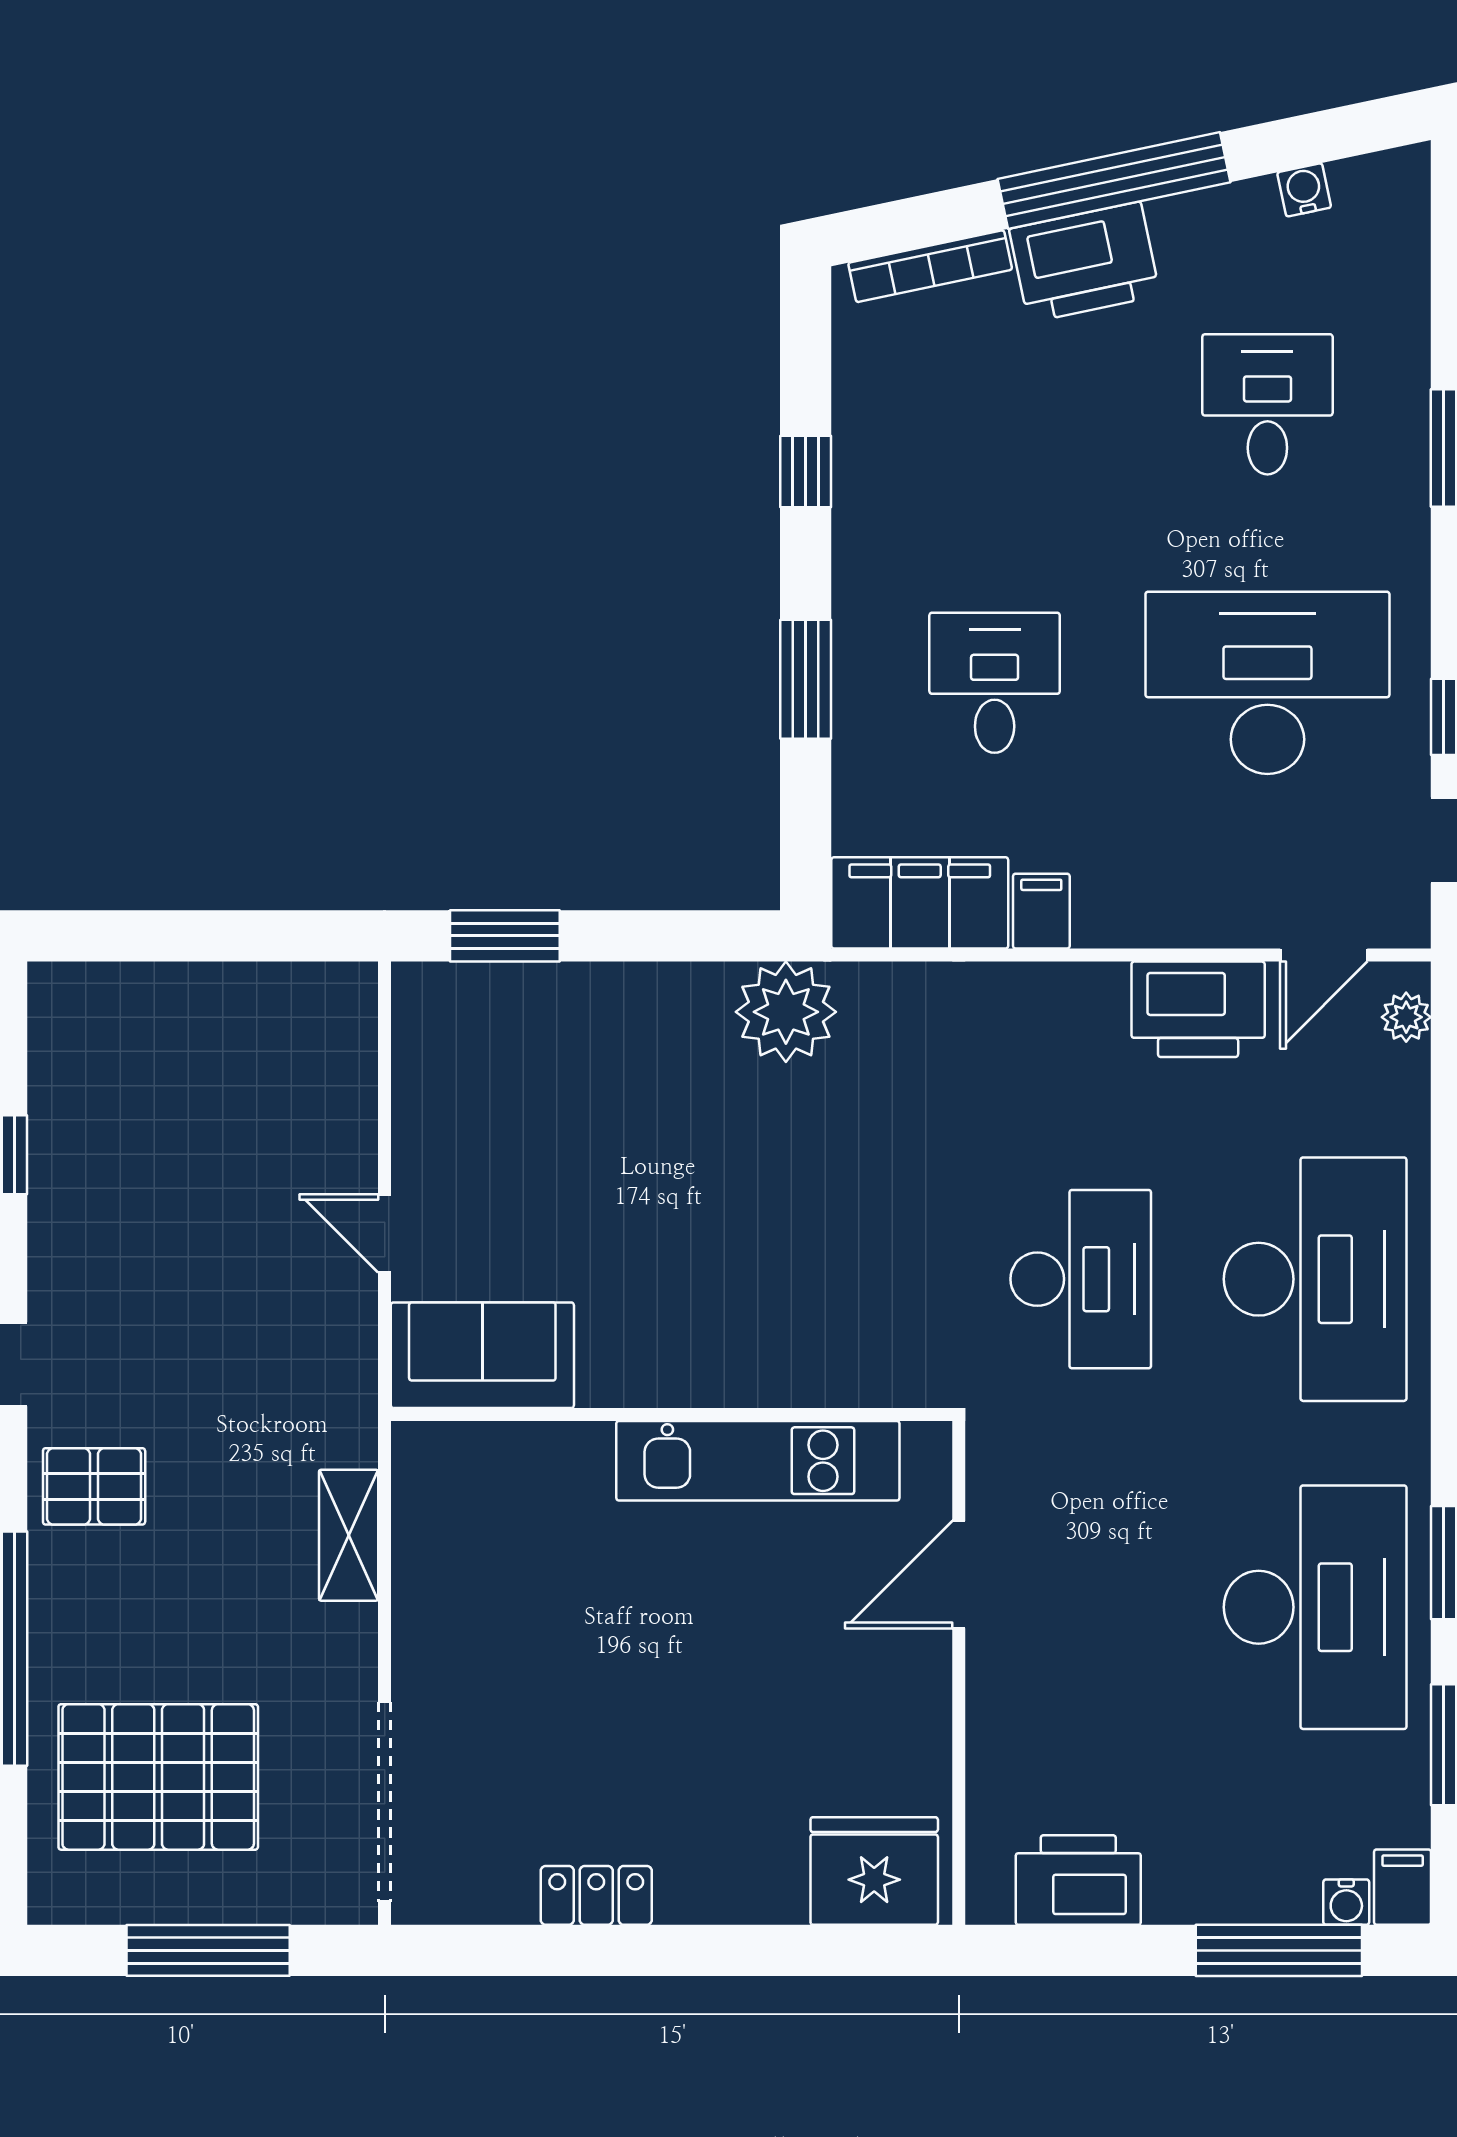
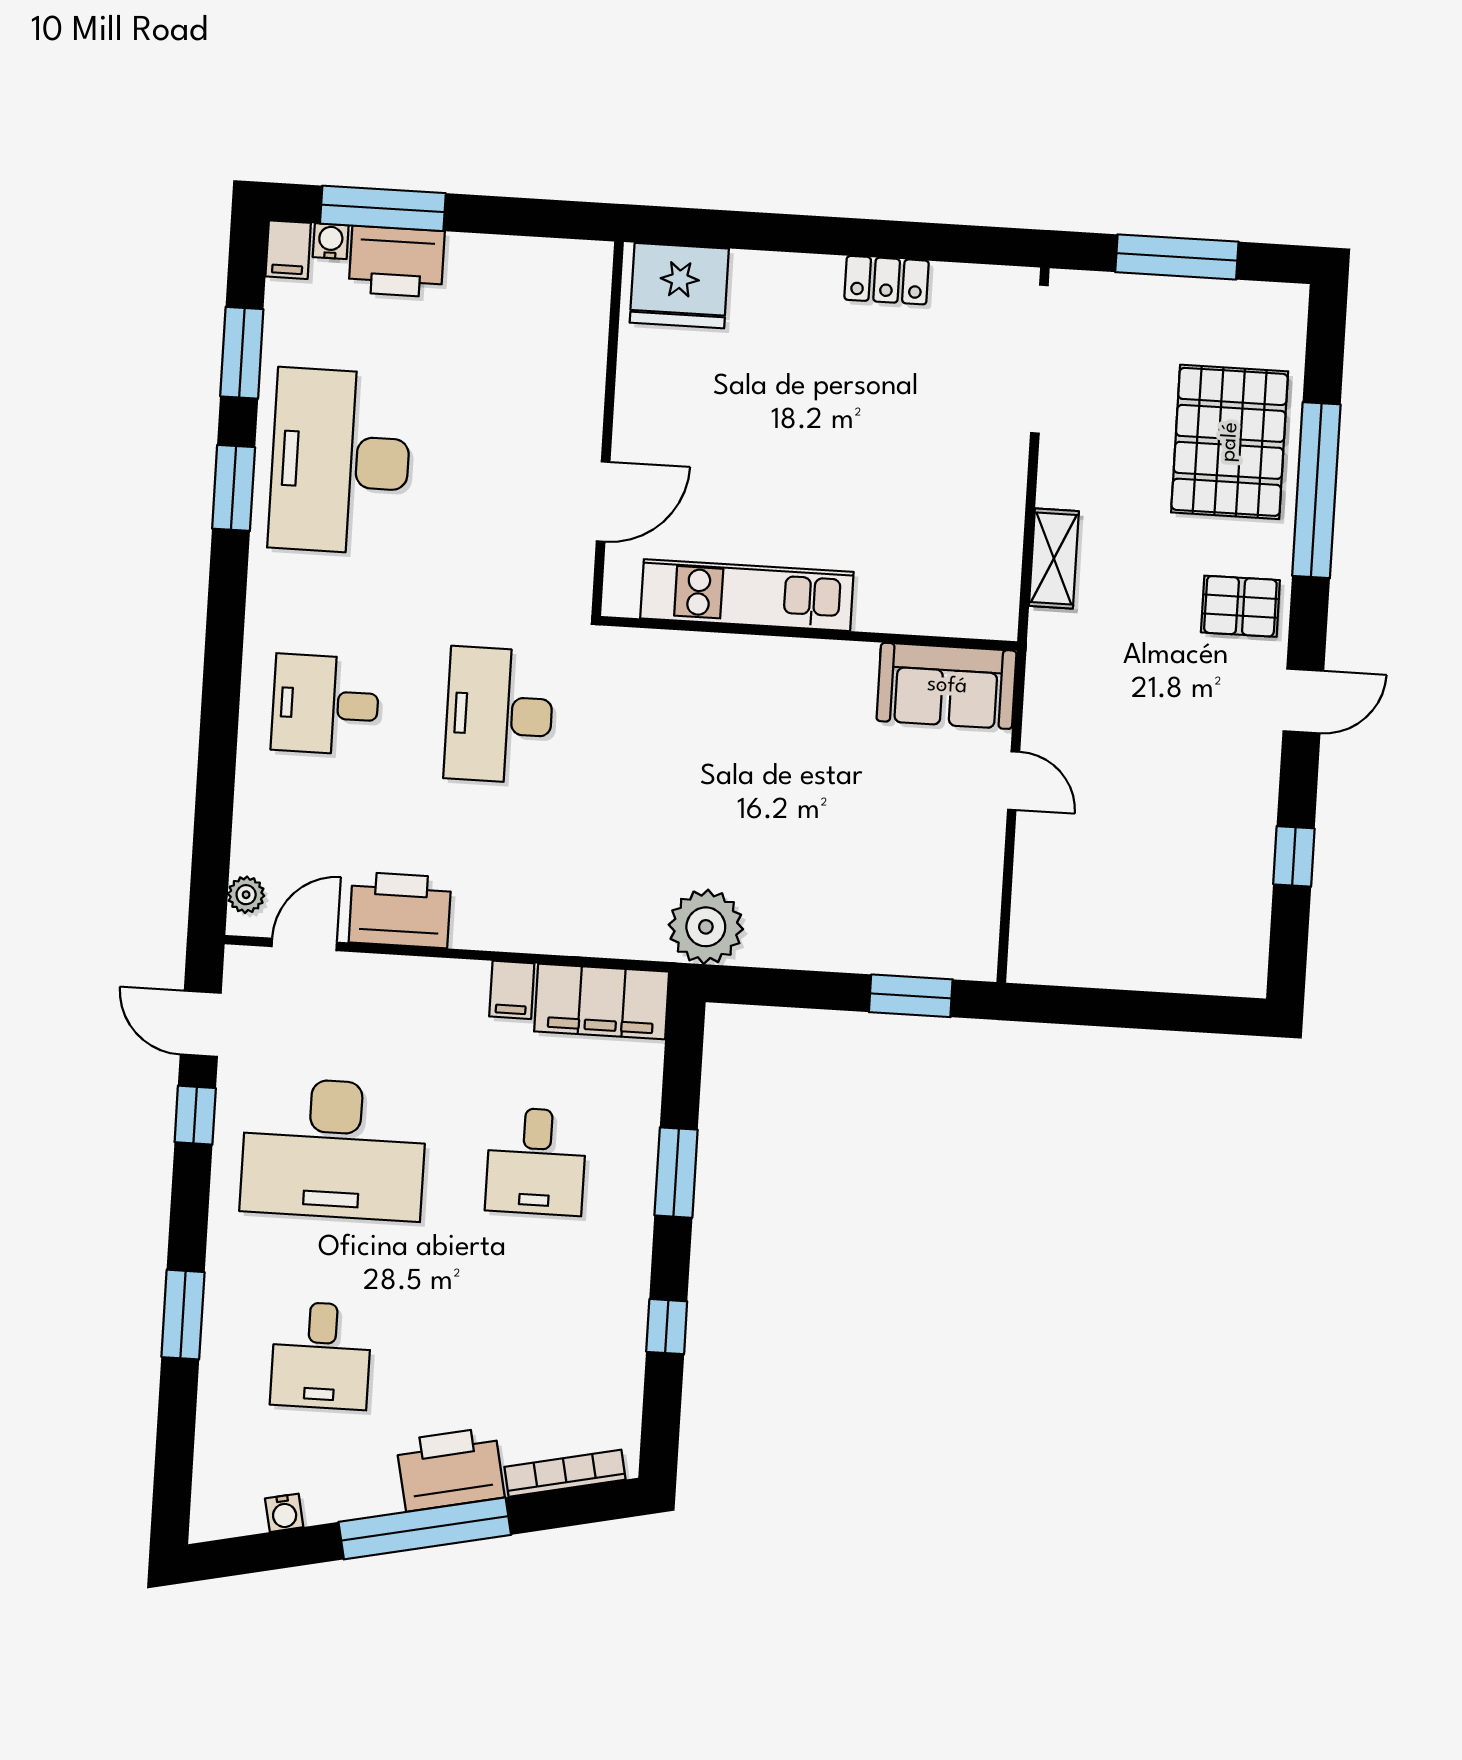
desk: (1315, 1279) -> (325, 705), width x0.53, depth x0.77
pallet: (158, 1777) -> (1230, 442), moved, turned 90
printer: (1078, 1880) -> (397, 262), moved

